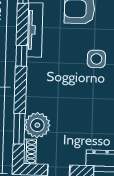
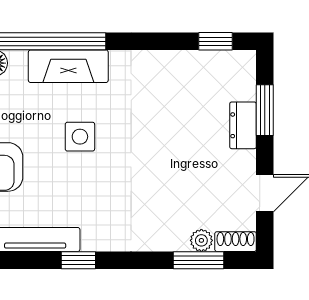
plant: (37, 125) -> (201, 240), width x0.53, depth x0.53

